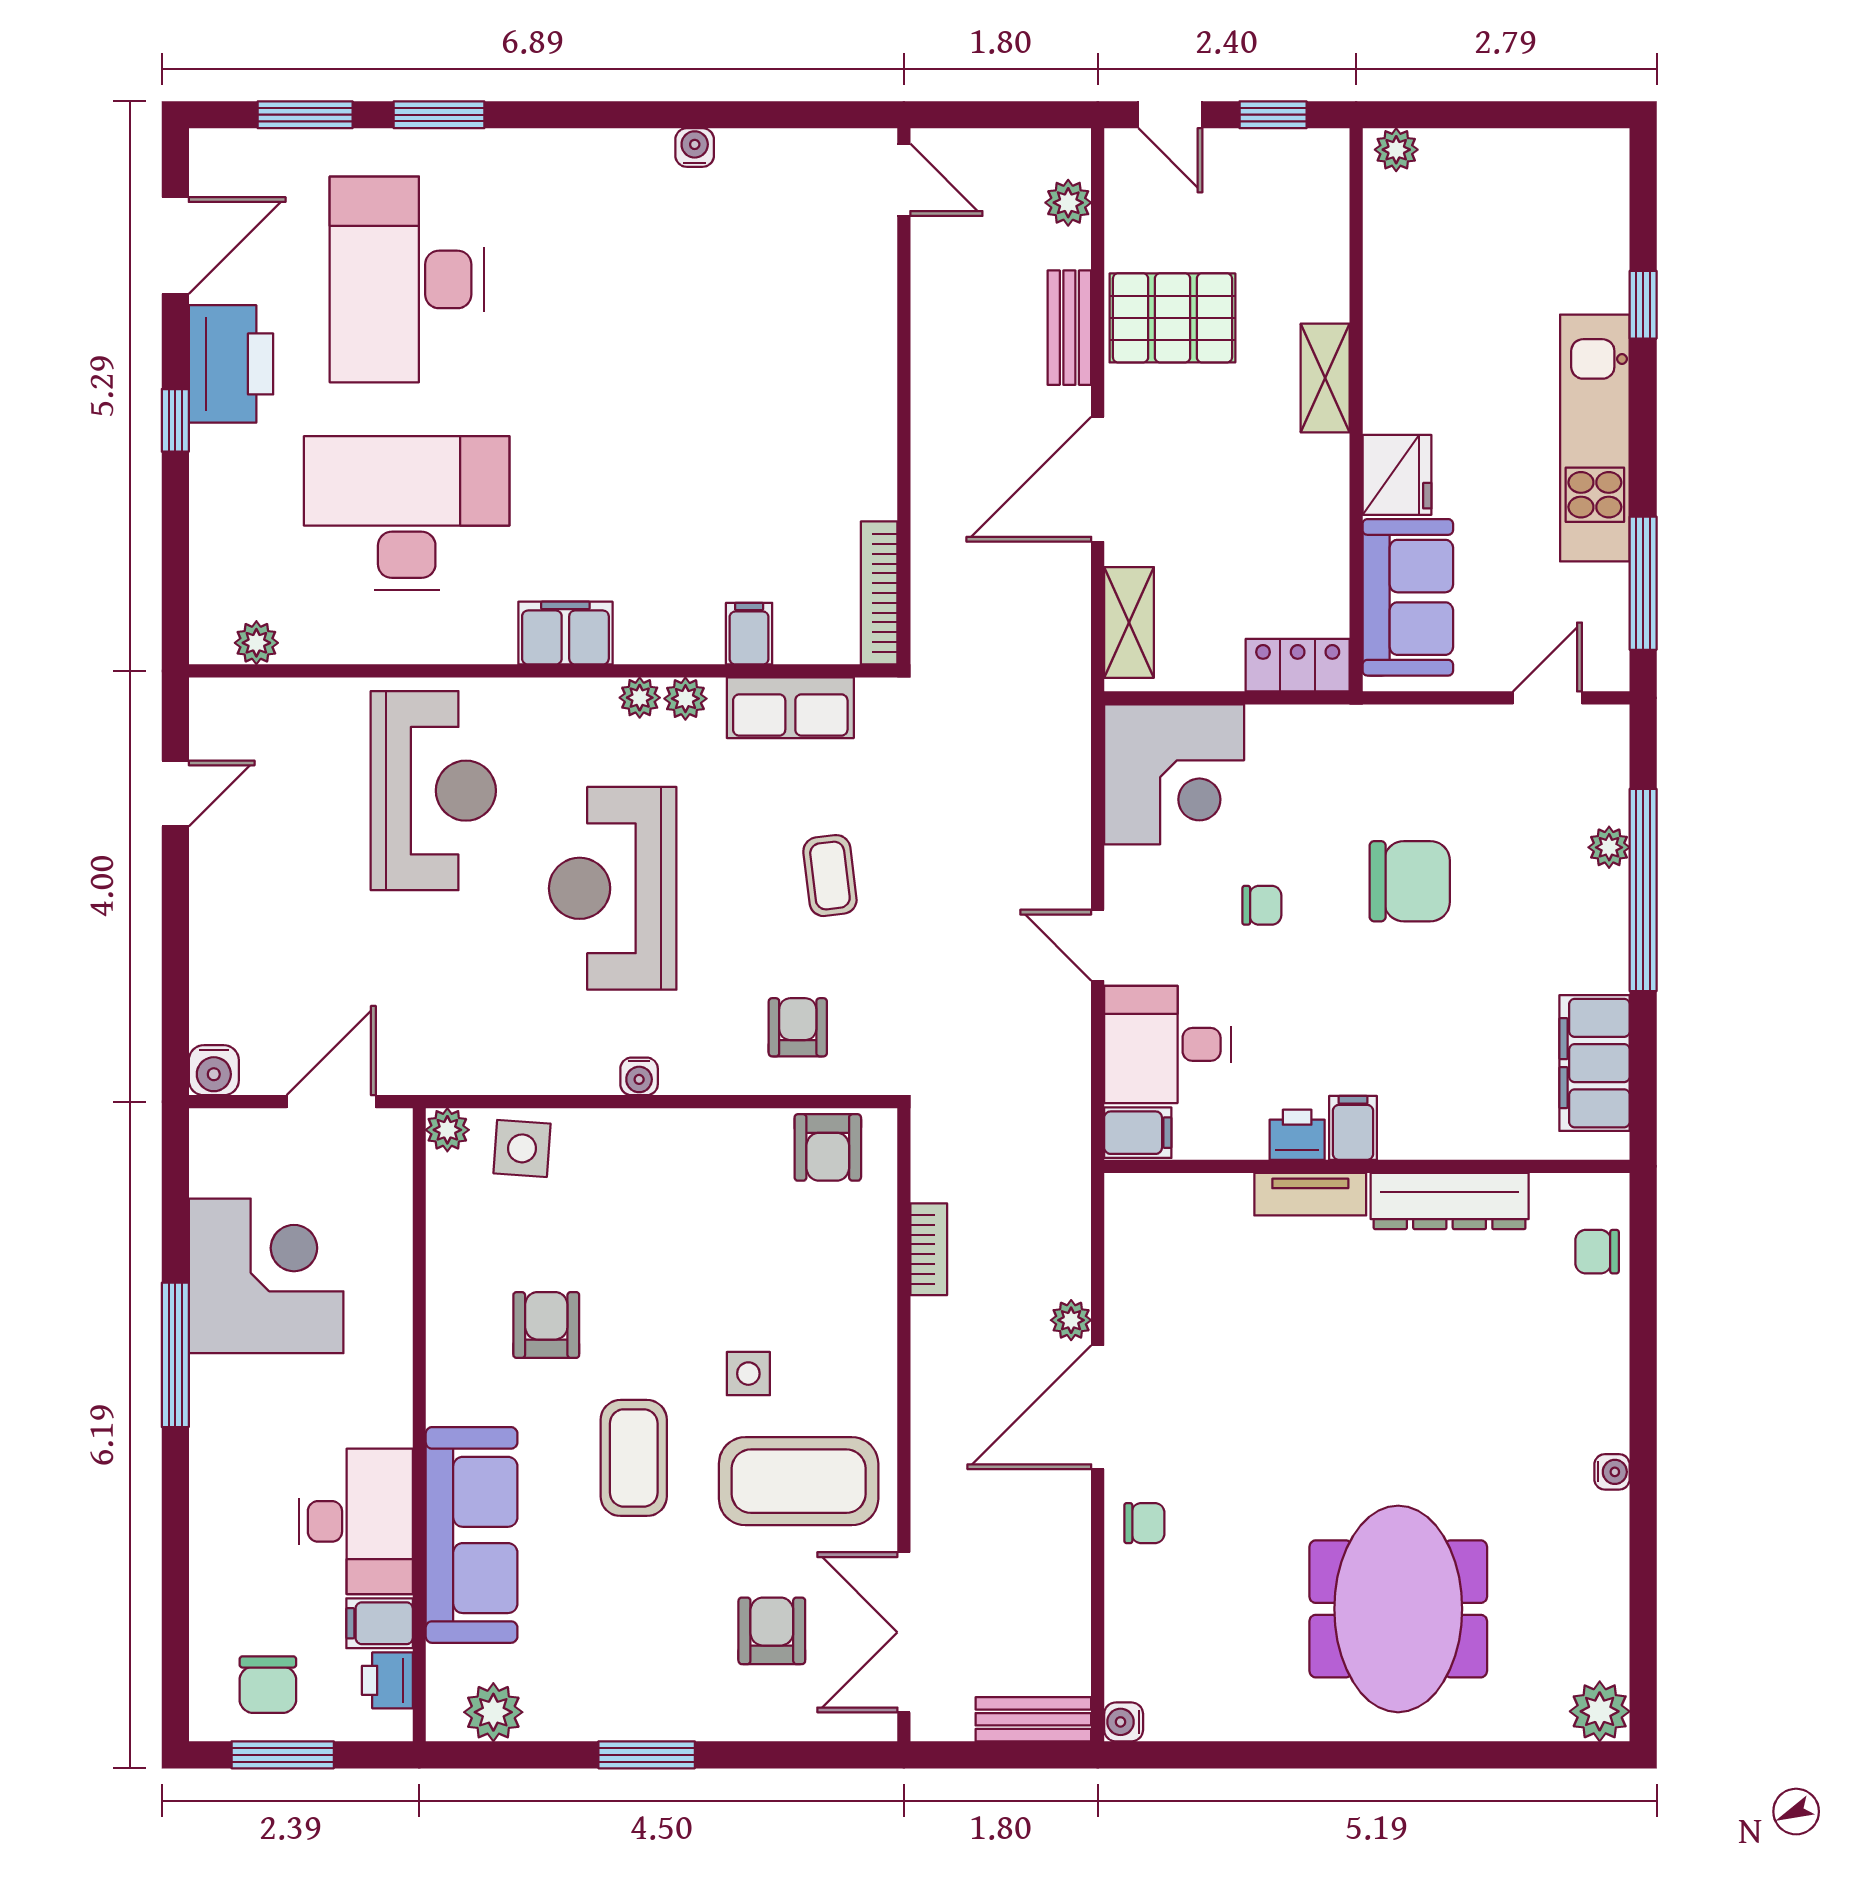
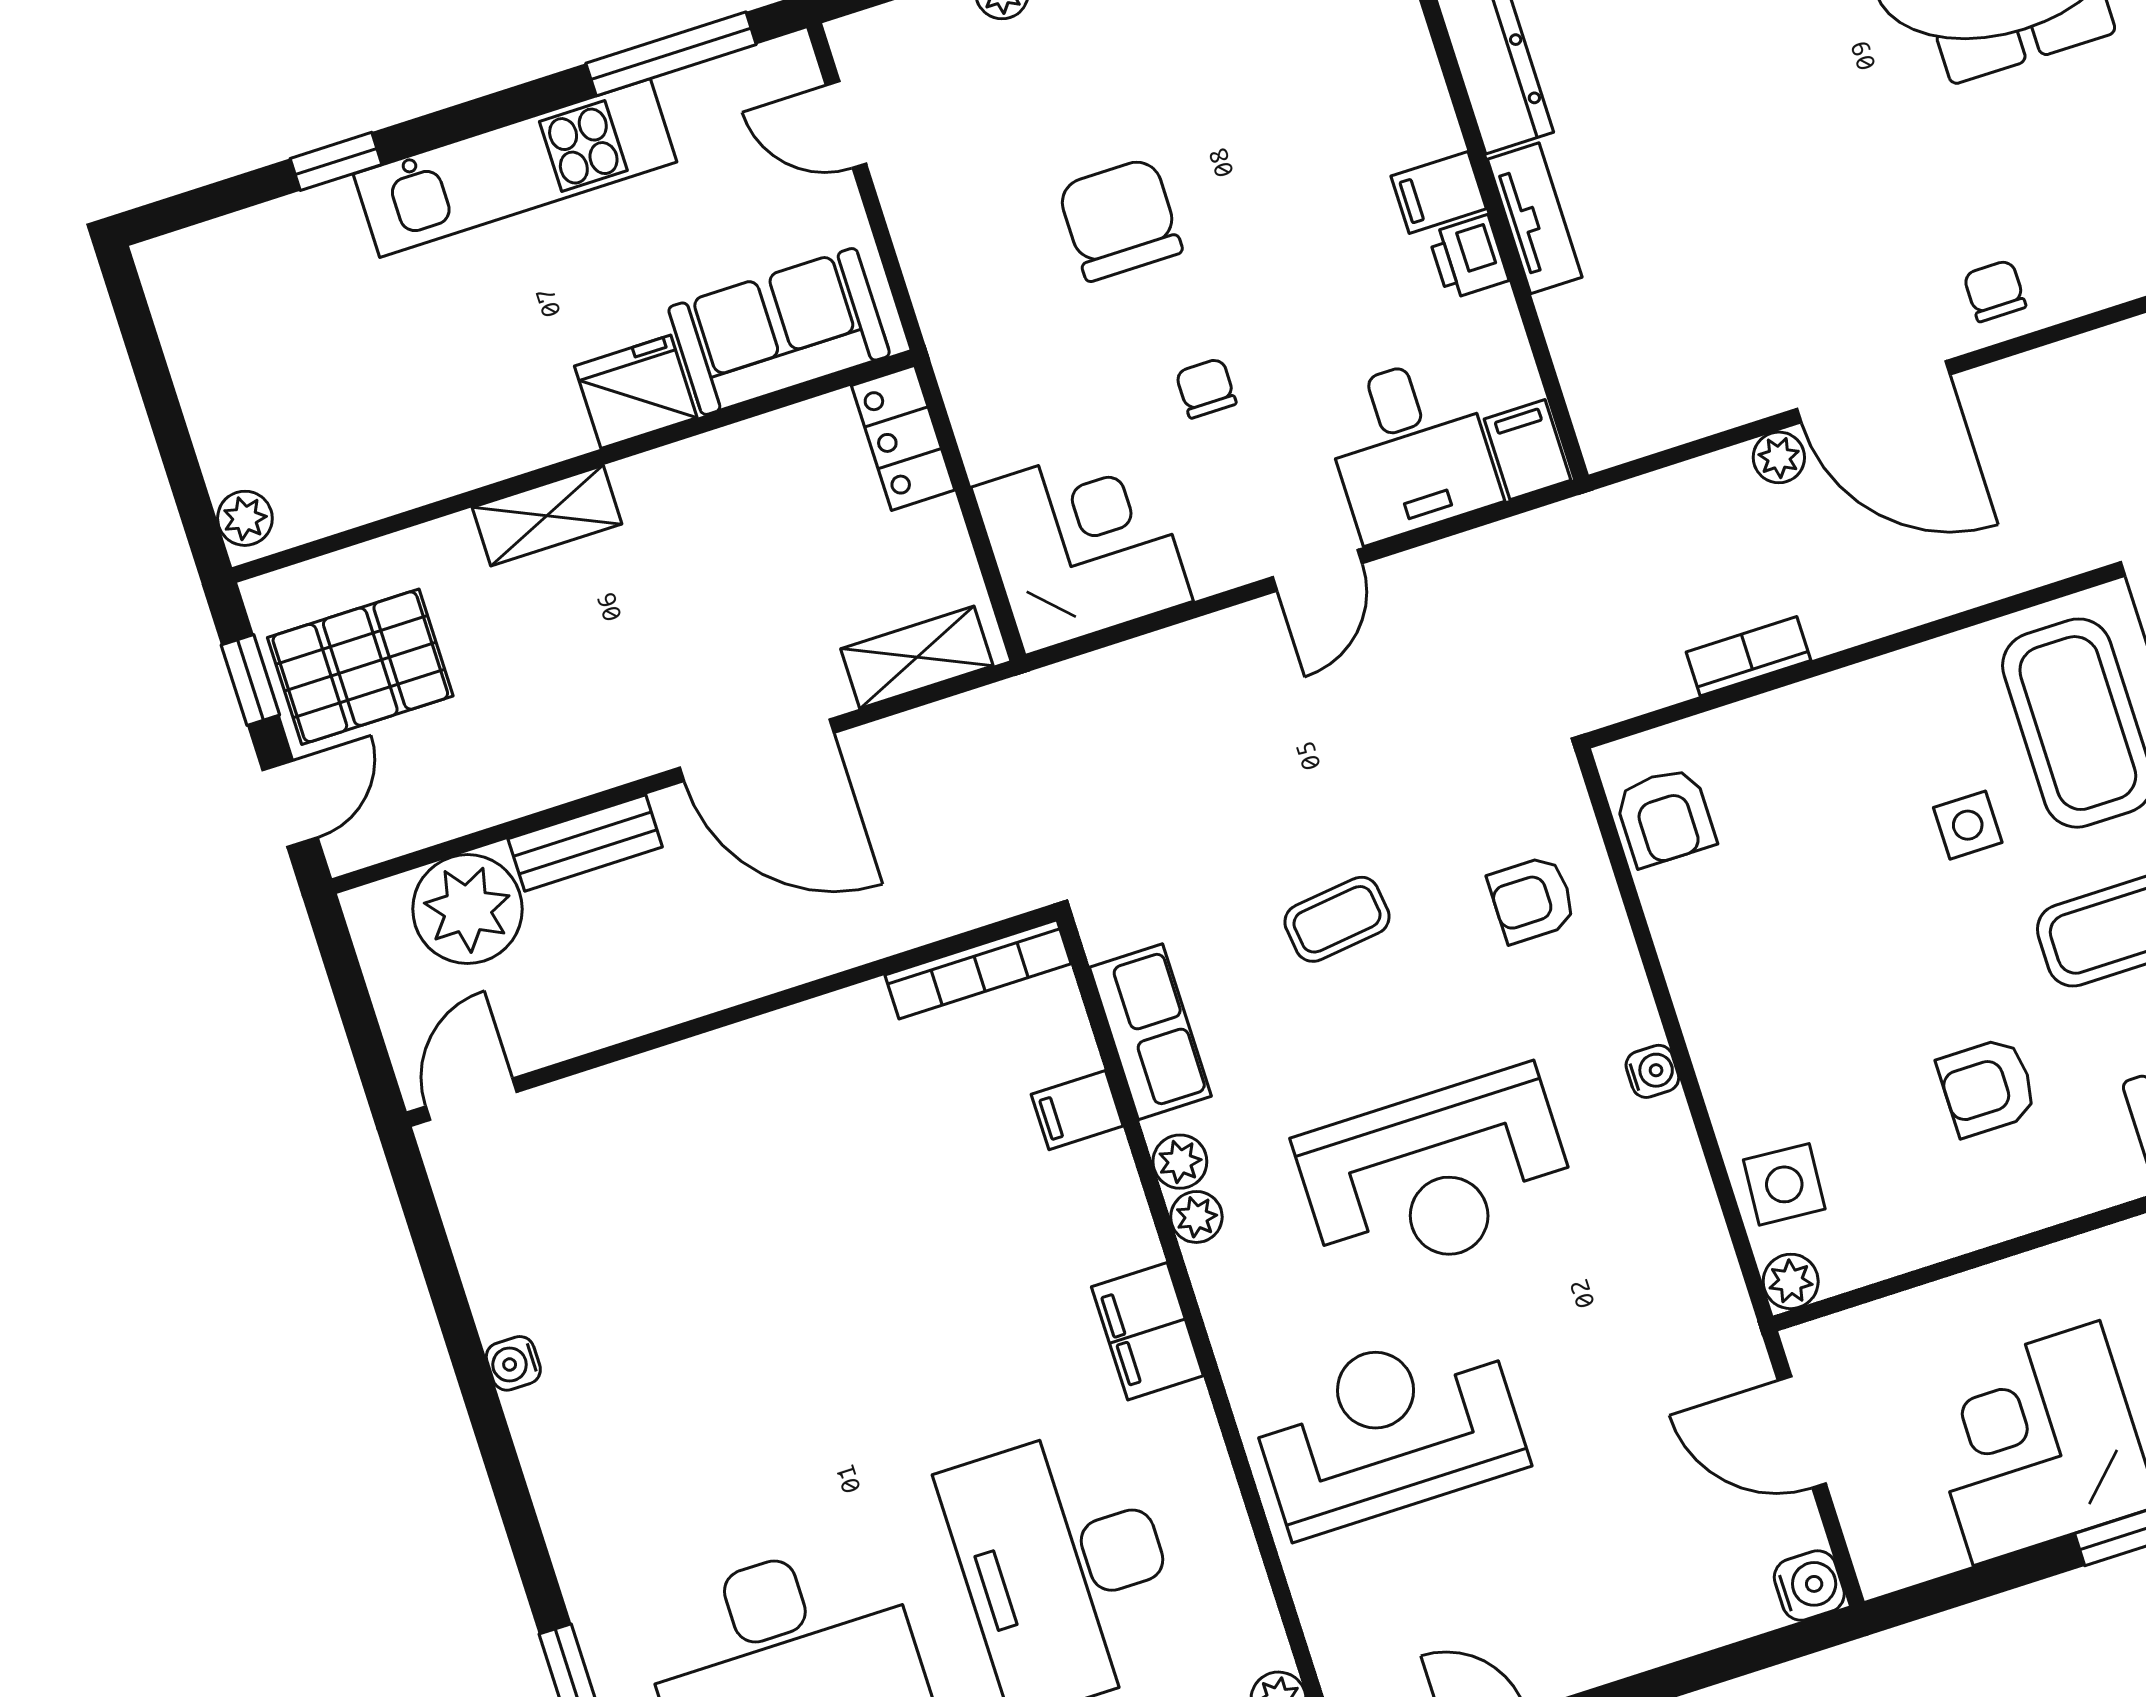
plant: (1068, 203) -> (467, 909), width x1.88, depth x1.88
pallet: (1172, 318) -> (360, 667), moved, turned 90
armchair: (828, 1147) -> (1665, 817), turned 90

